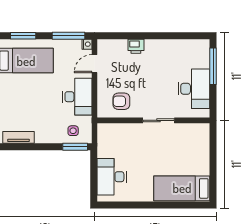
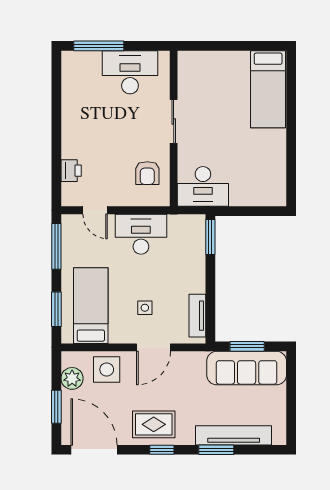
nightstand: (87, 44) -> (68, 221), removed
printer: (136, 46) -> (71, 171), moved
side table: (73, 131) -> (145, 308), moved
desk: (112, 177) -> (203, 186), moved

